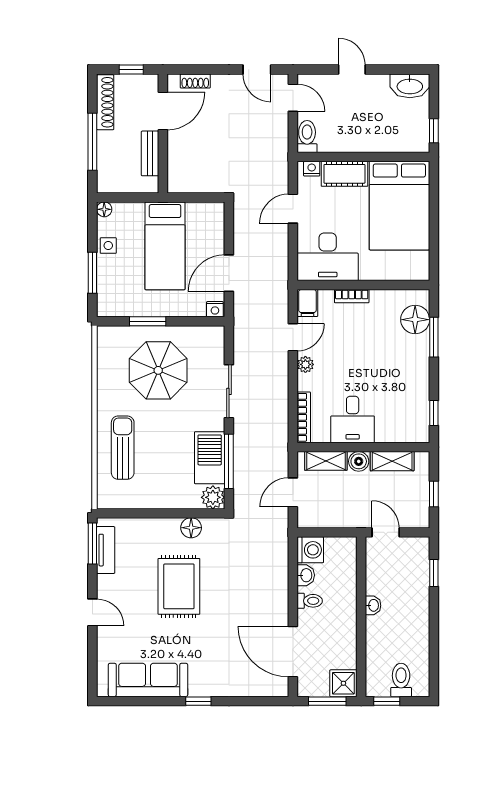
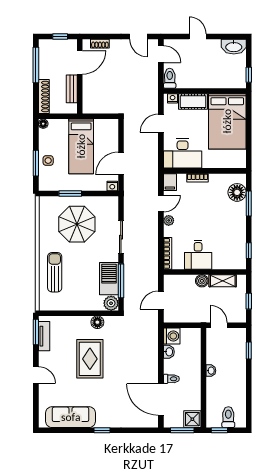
shoe rack: (105, 102) -> (44, 96), moved
window: (92, 142) -> (36, 65), moved
side table: (108, 246) -> (48, 161), moved
shelving: (326, 461) -> (181, 281), removed
toilet: (310, 601) -> (171, 379), moved

